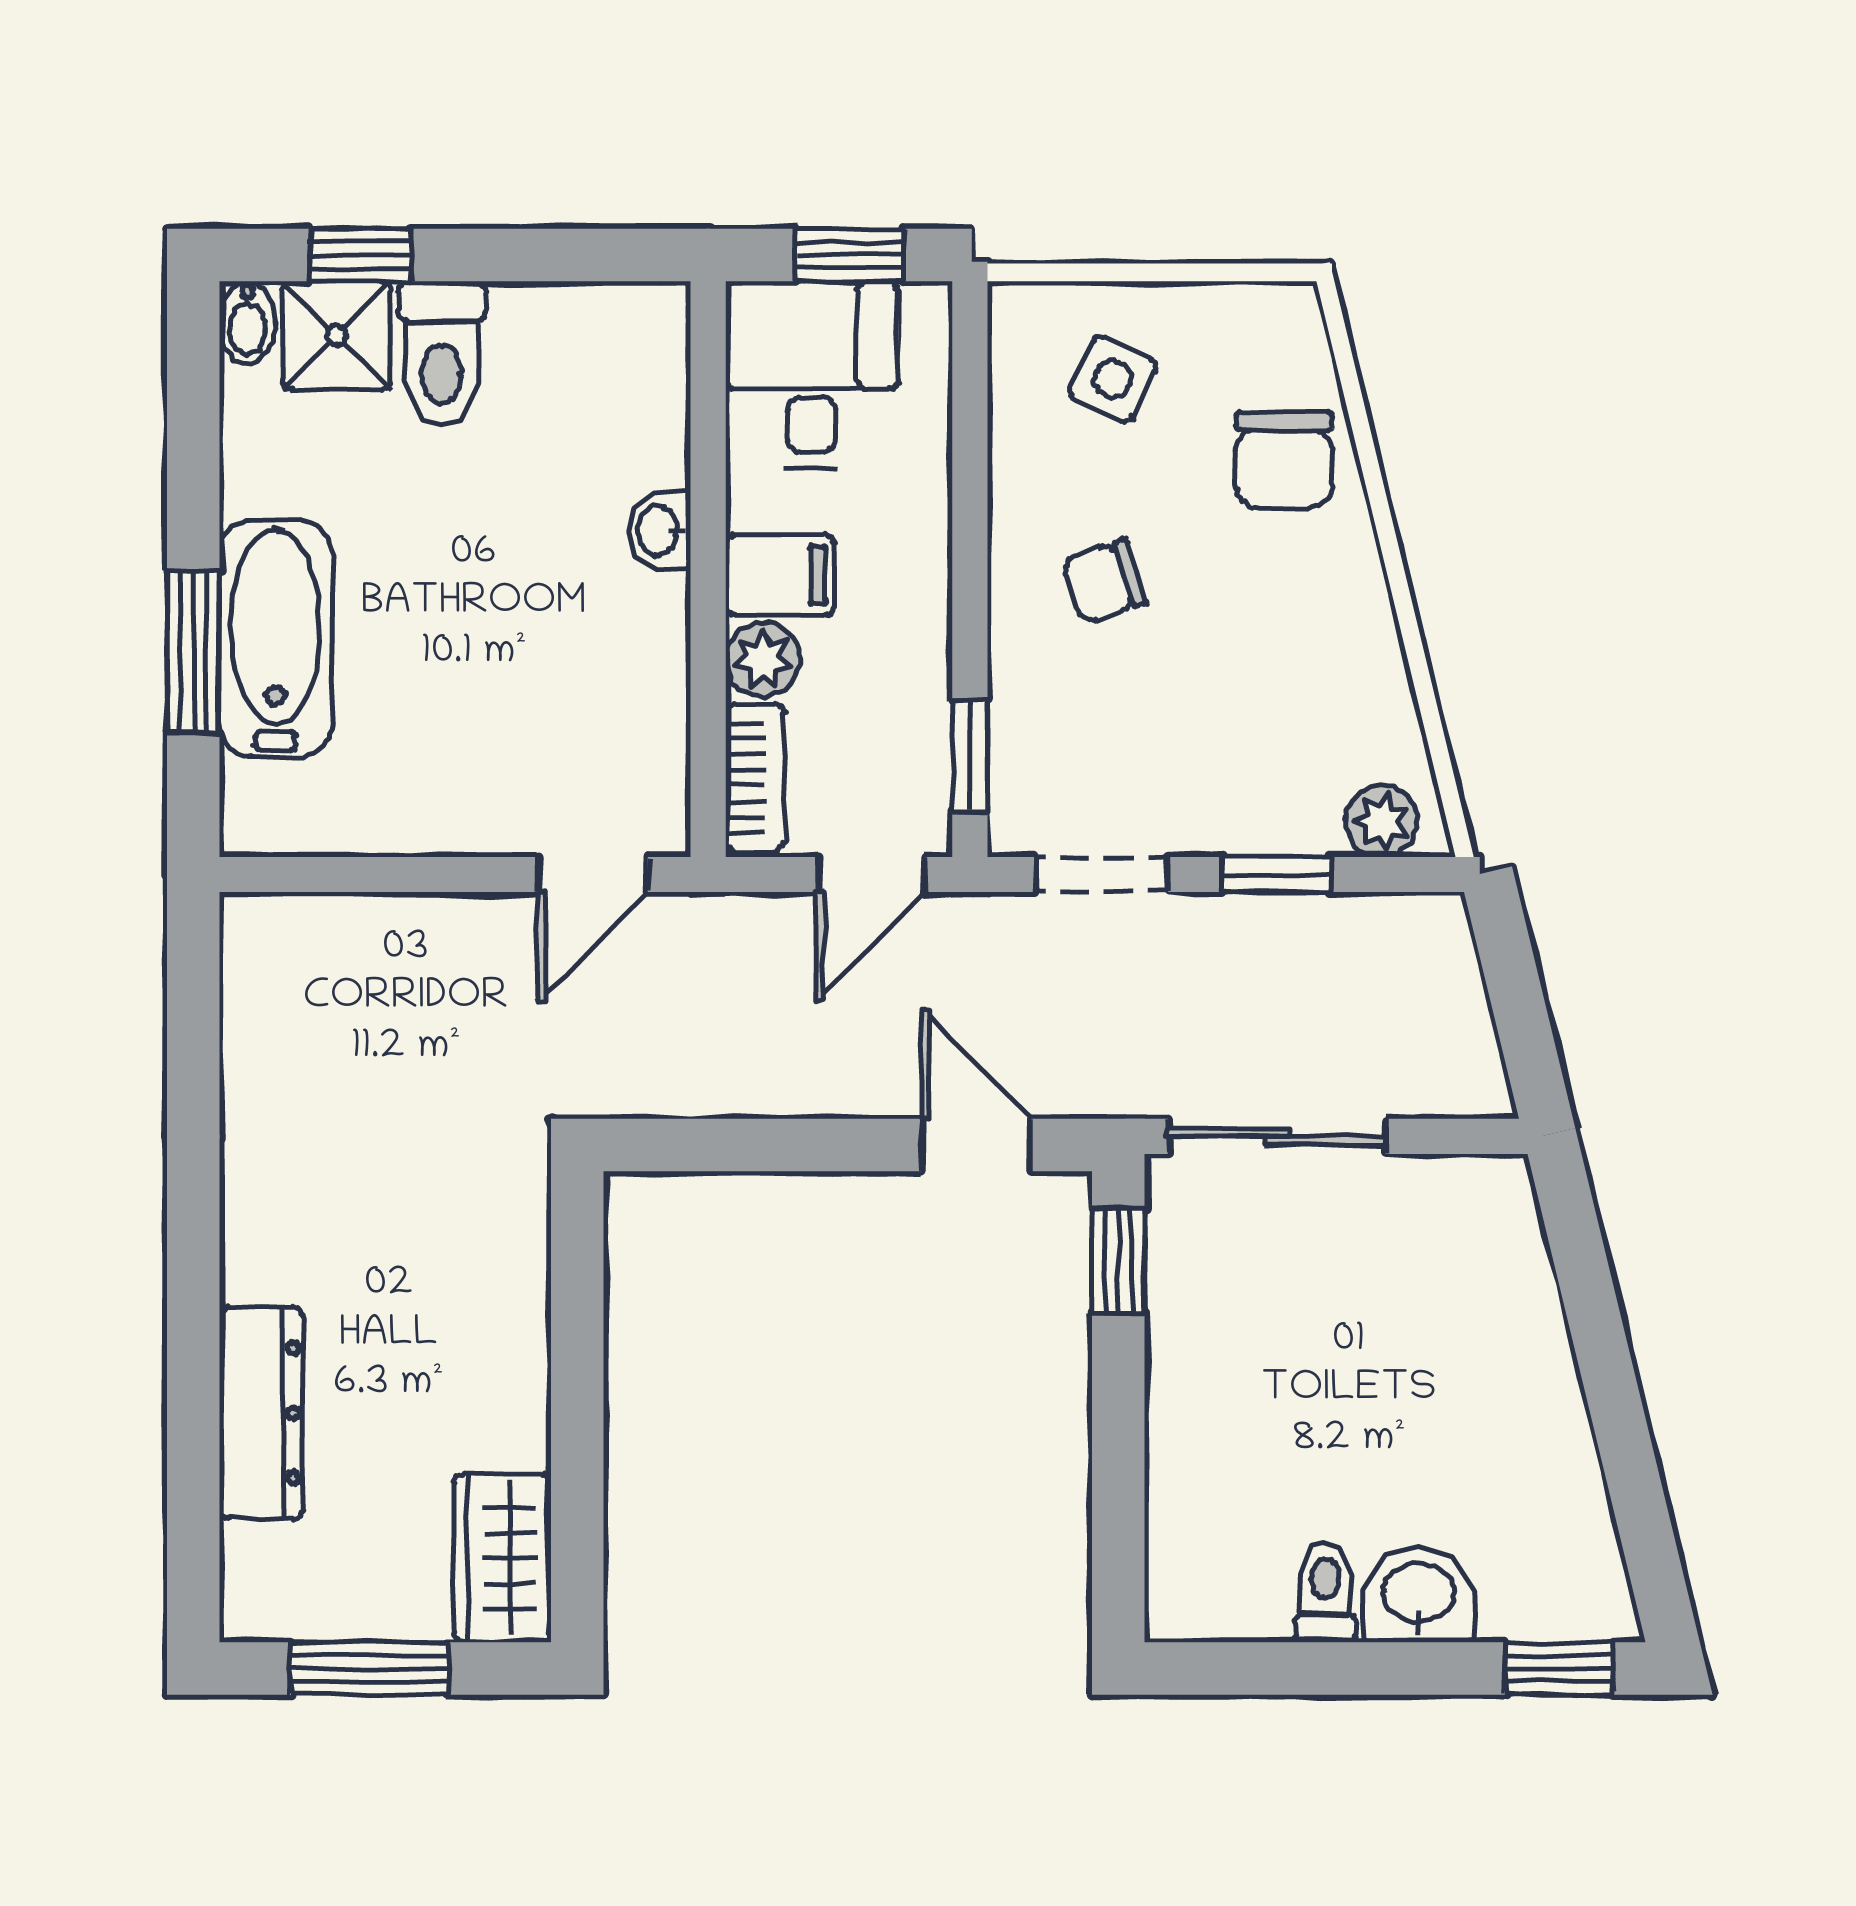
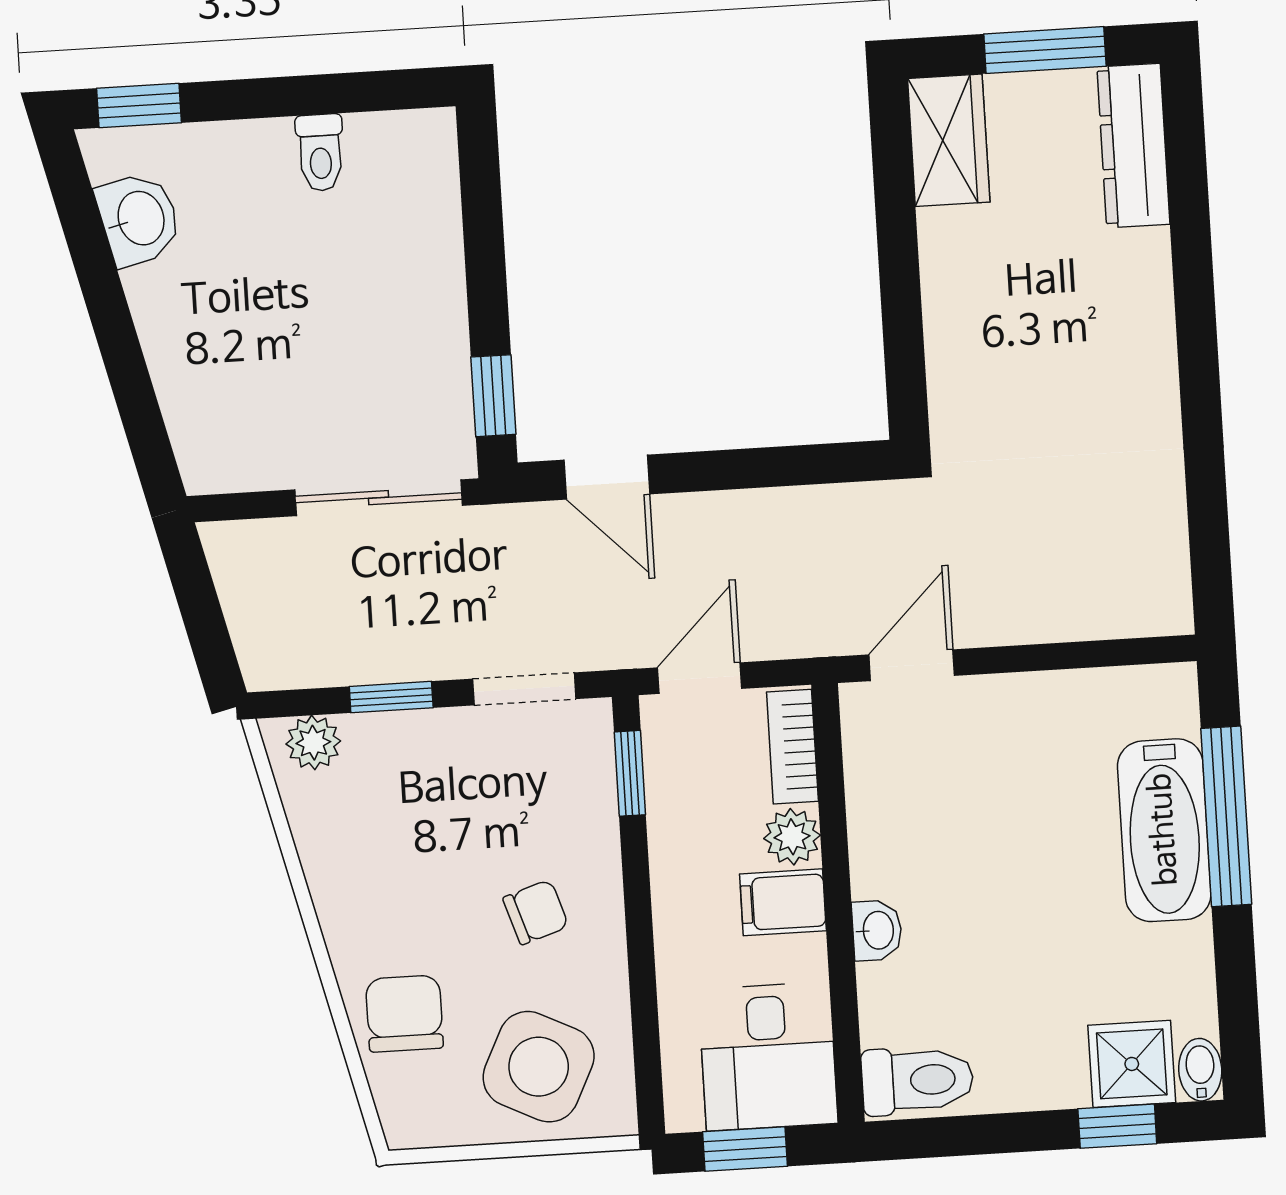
toilet: (442, 354) -> (917, 1080), moved, turned 90
side table: (1113, 379) -> (539, 1067), width x1.87, depth x1.87
window: (193, 652) -> (1226, 816), width x1.44
dresser: (261, 1413) -> (1133, 146), moved
washbasin: (1419, 1595) -> (139, 219), moved, turned -104

